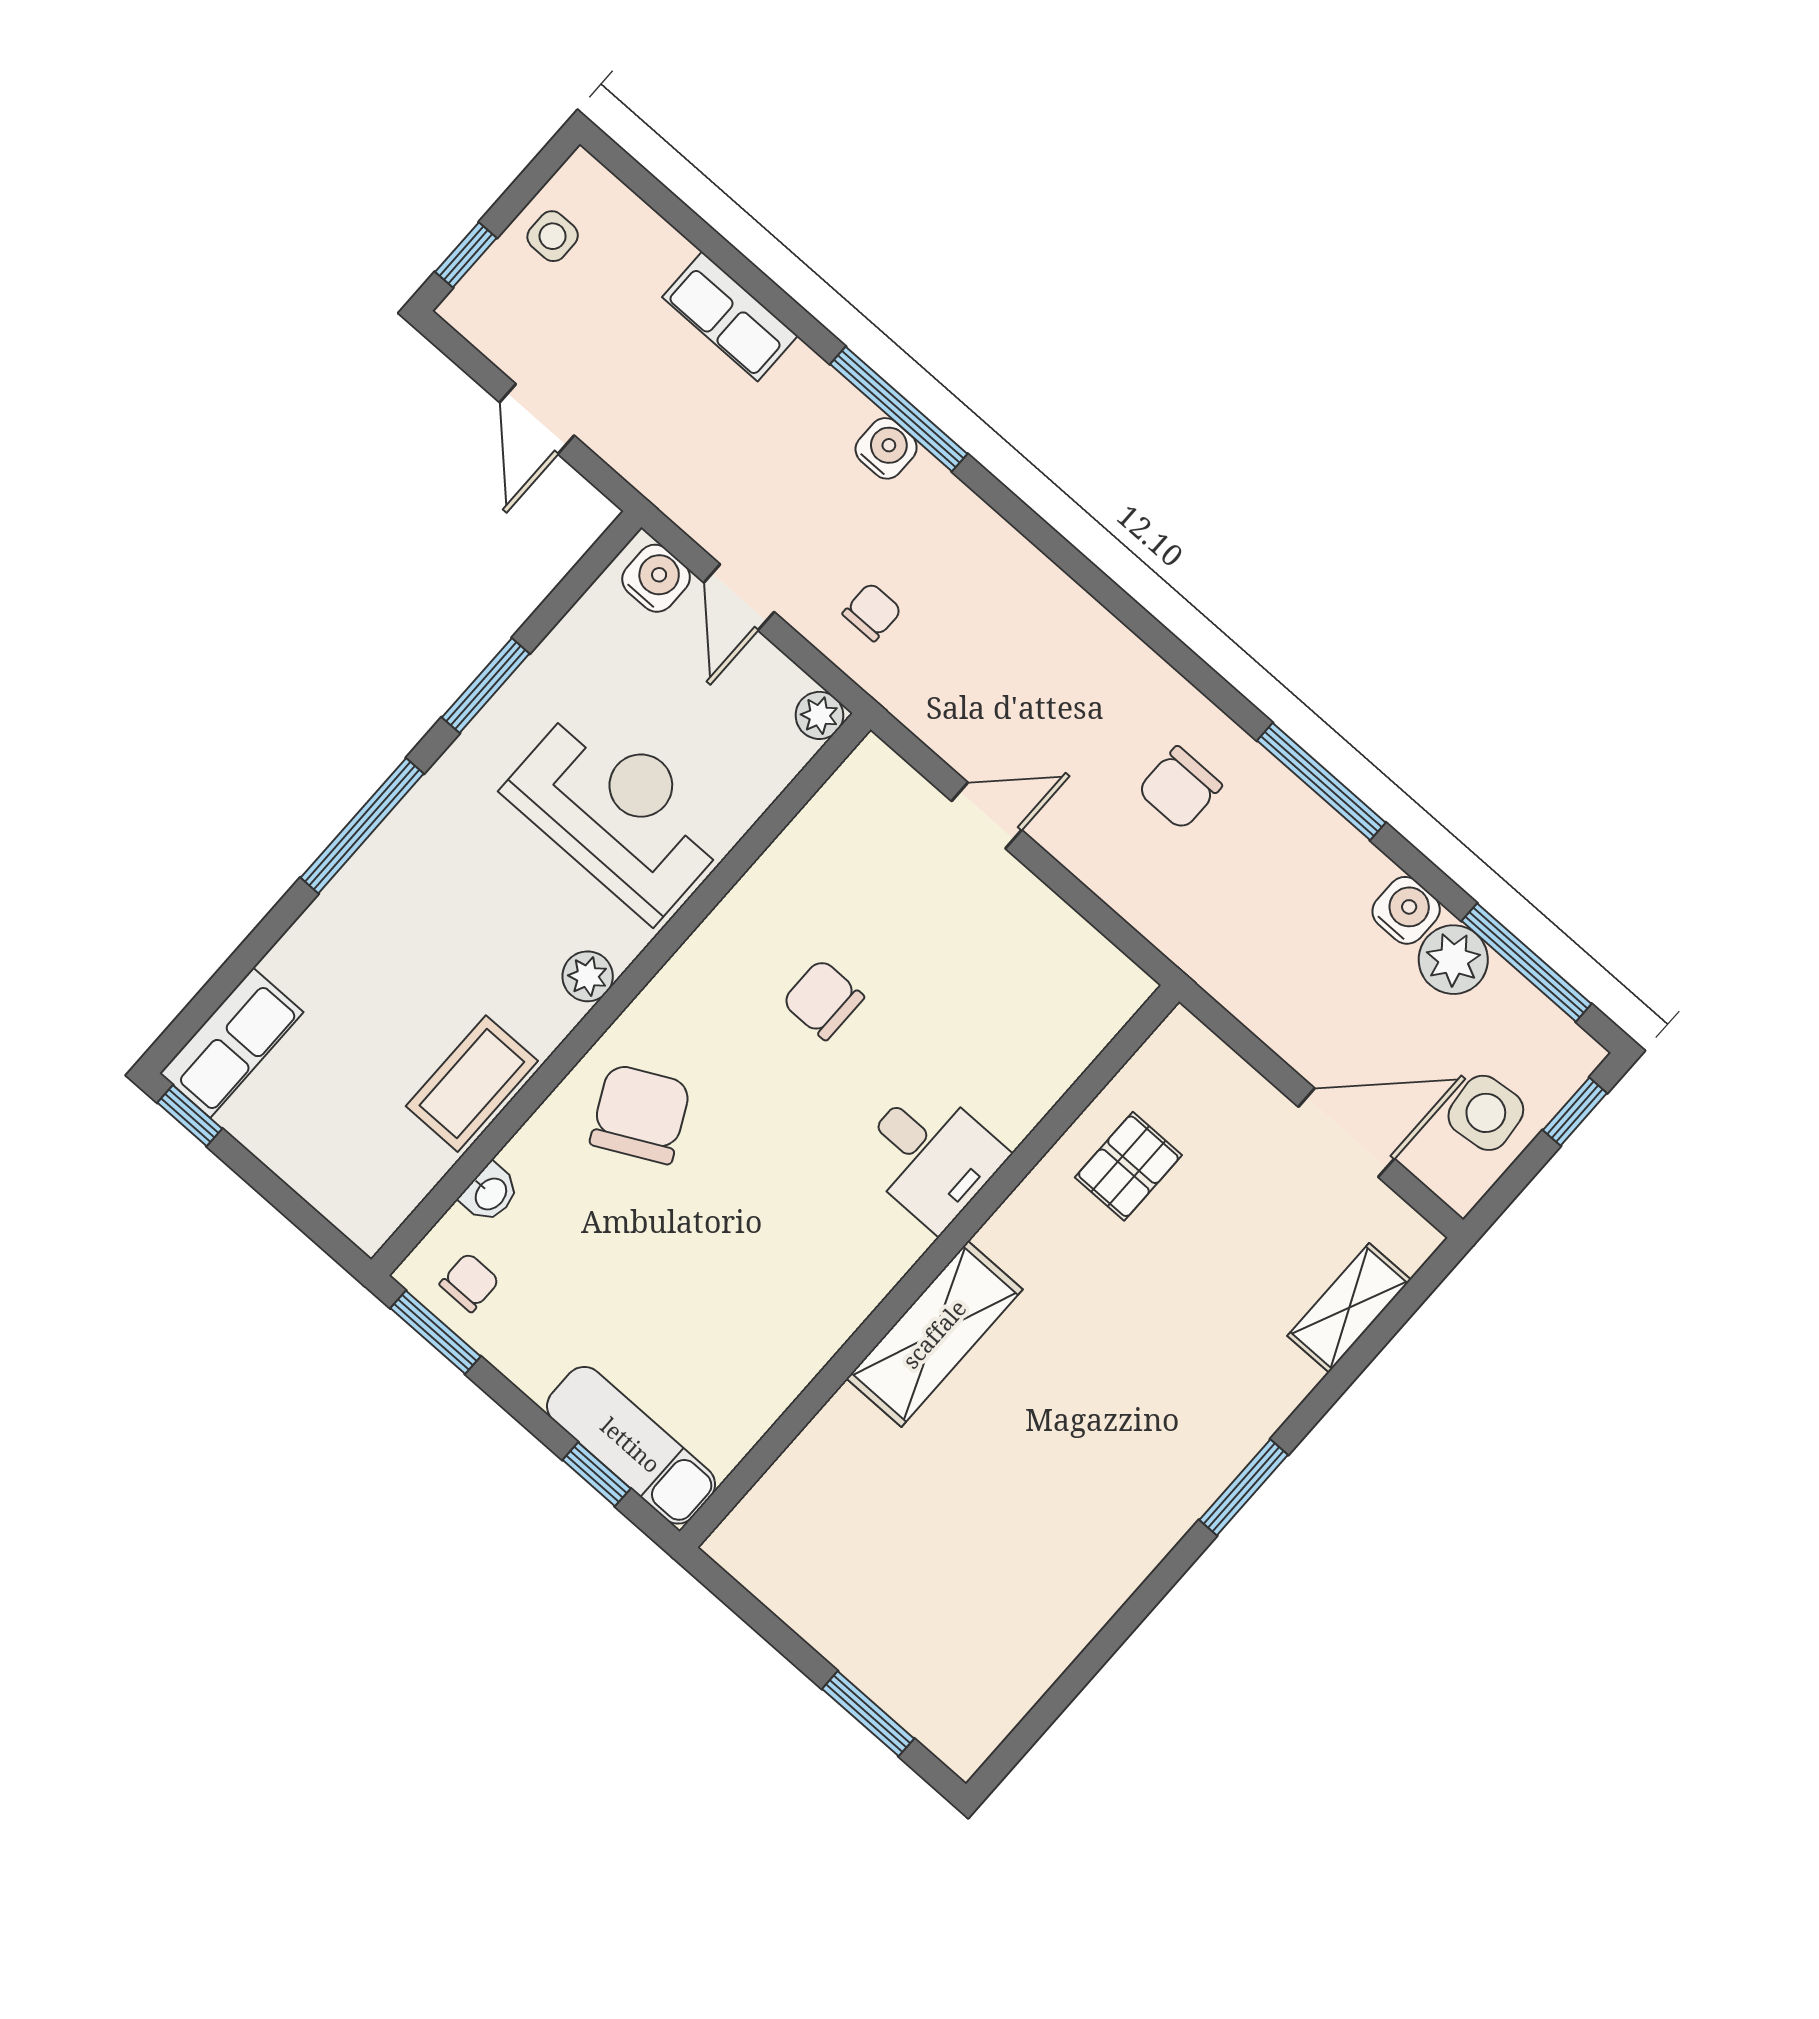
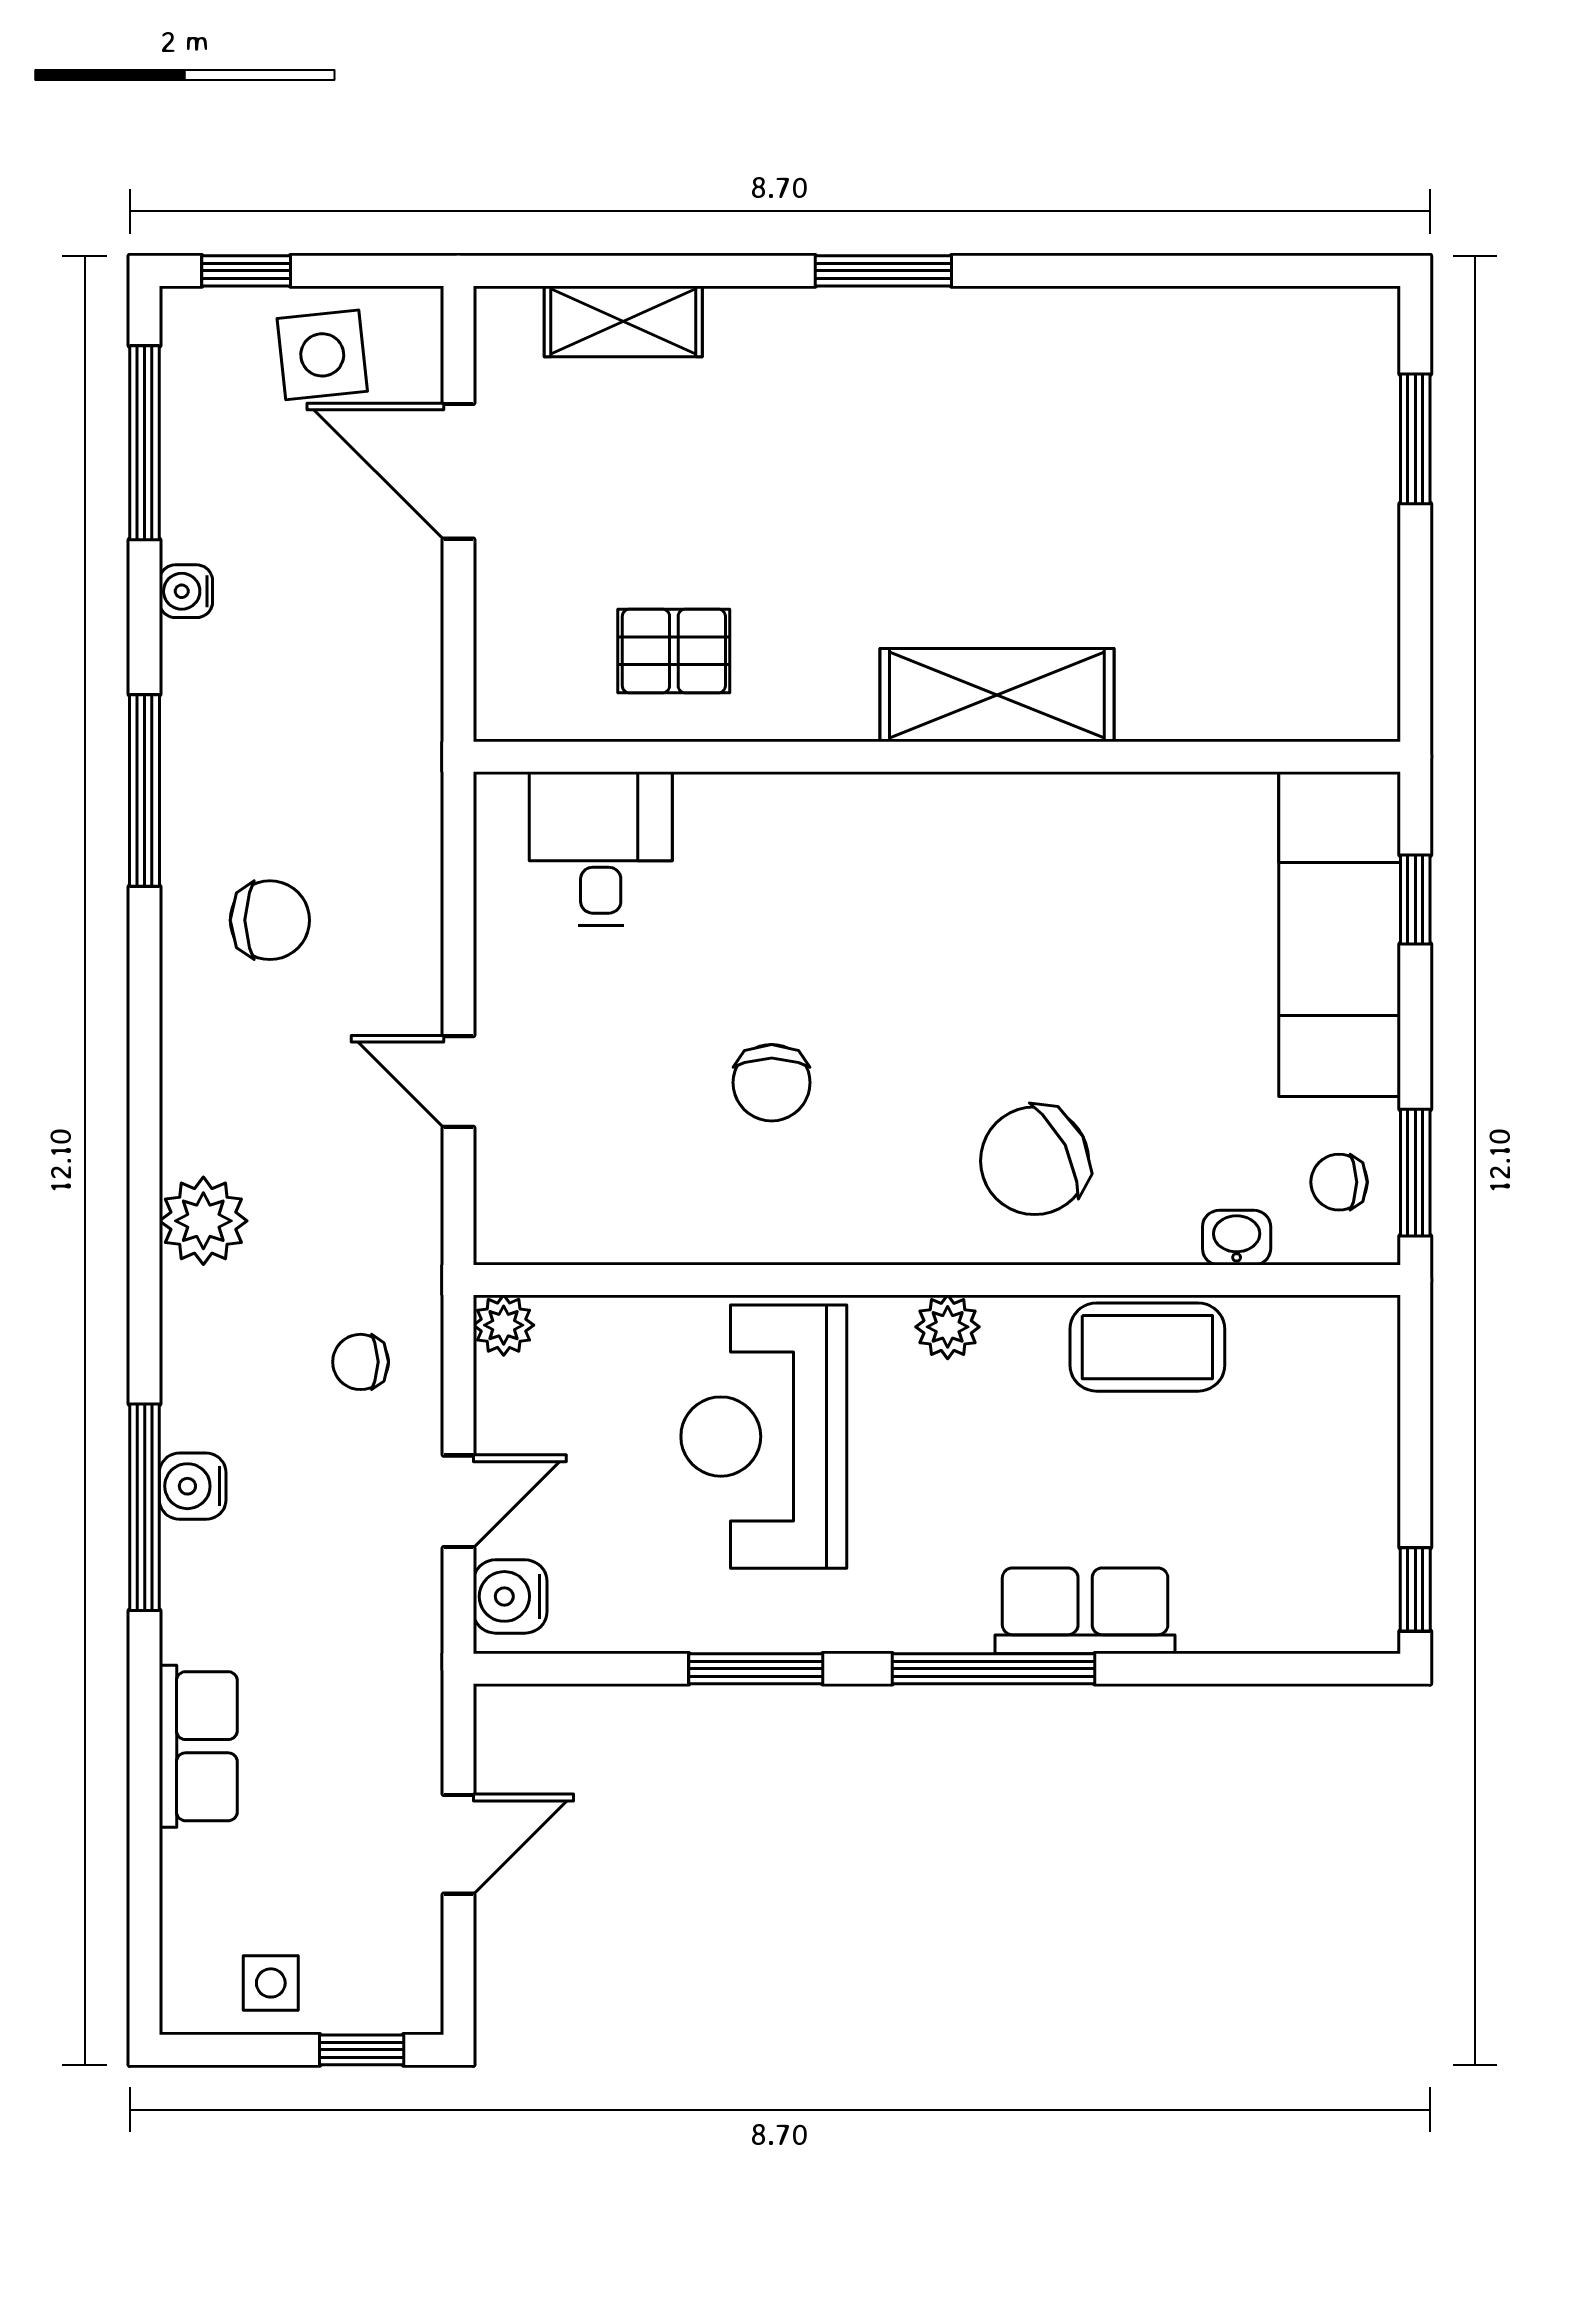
water cooler: (1406, 910) -> (186, 591), width x0.72, depth x0.72
plant: (1453, 960) -> (203, 1221), moved
row of seats: (232, 1043) -> (1085, 1611), moved
desk: (931, 1156) -> (601, 849), moved
exam couch: (631, 1445) -> (1340, 934), width x1.36, depth x1.45

